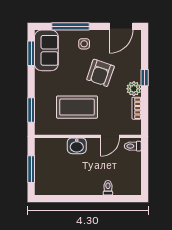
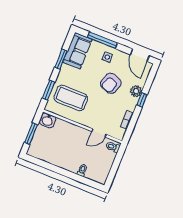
door: (121, 26) -> (140, 55), hinge flipped
window: (31, 53) -> (61, 59), moved
plant: (134, 89) -> (136, 91), moved
coffee table: (77, 107) -> (71, 98), moved
washbasin: (77, 146) -> (48, 120), moved

